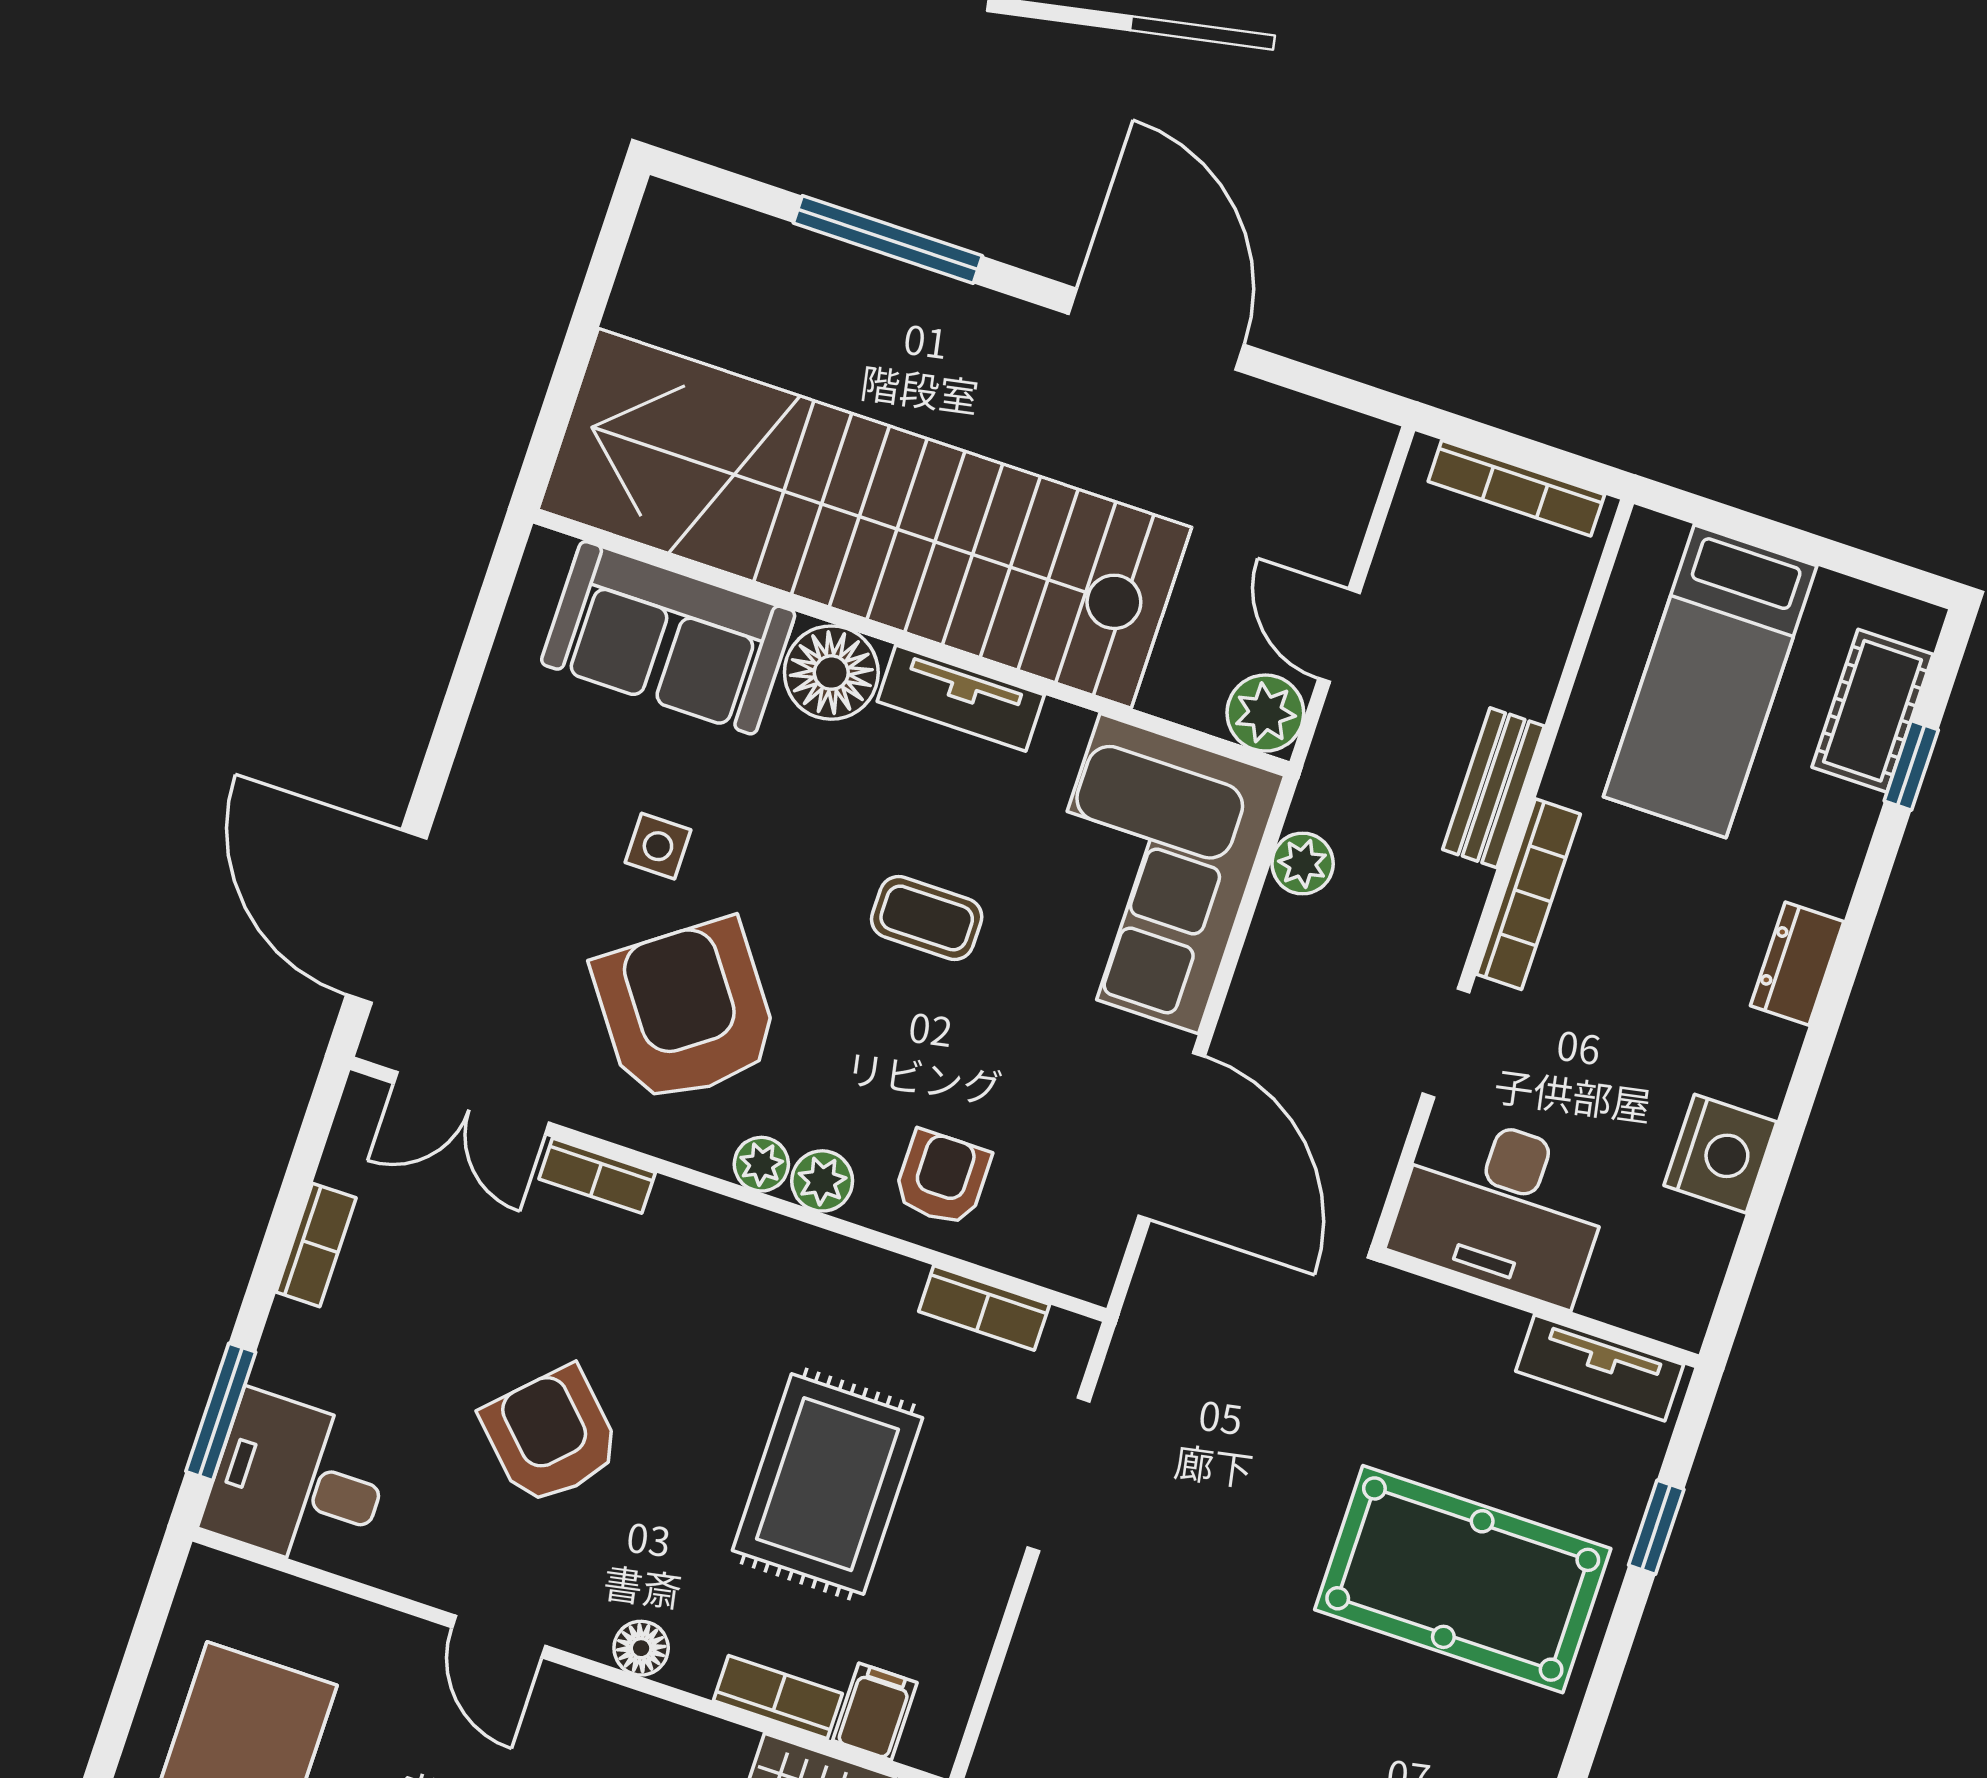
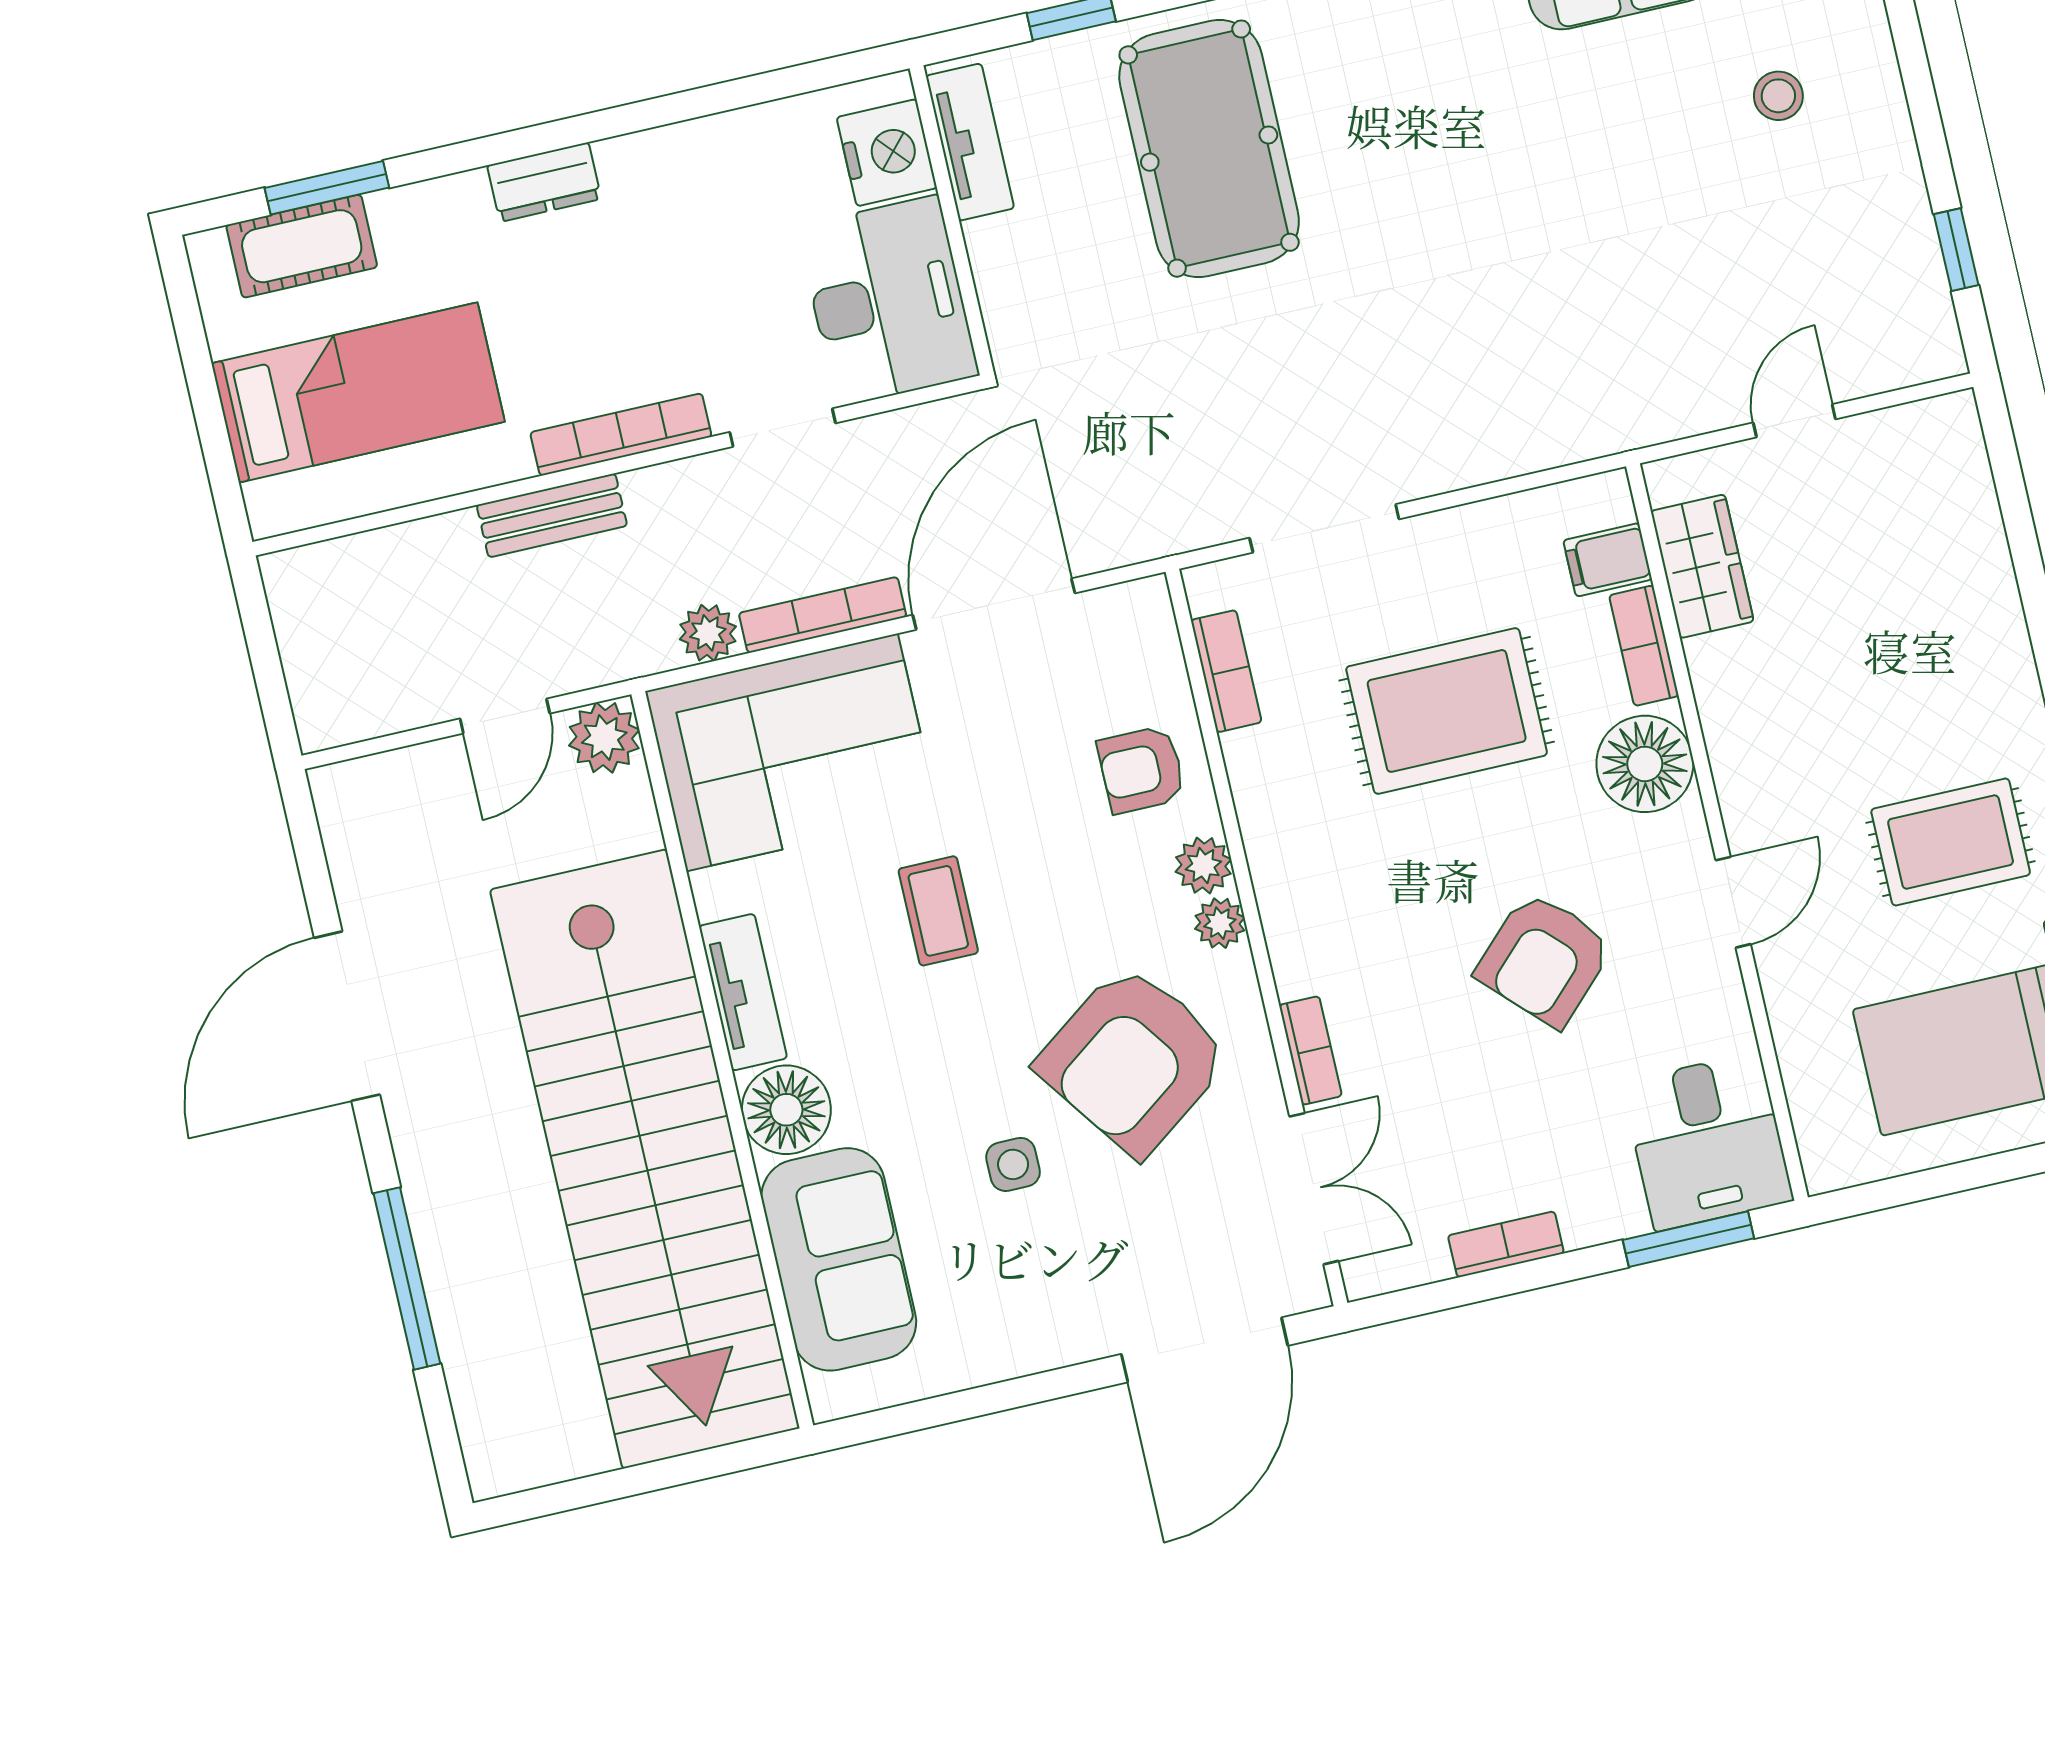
bookcase: (1516, 488) -> (823, 615), moved, turned -90
window: (1911, 765) -> (327, 188), width x1.50
nightstand: (1720, 1154) -> (887, 153), moved, turned 90
floor lamp: (641, 1648) -> (1645, 764), width x1.89, depth x1.89

